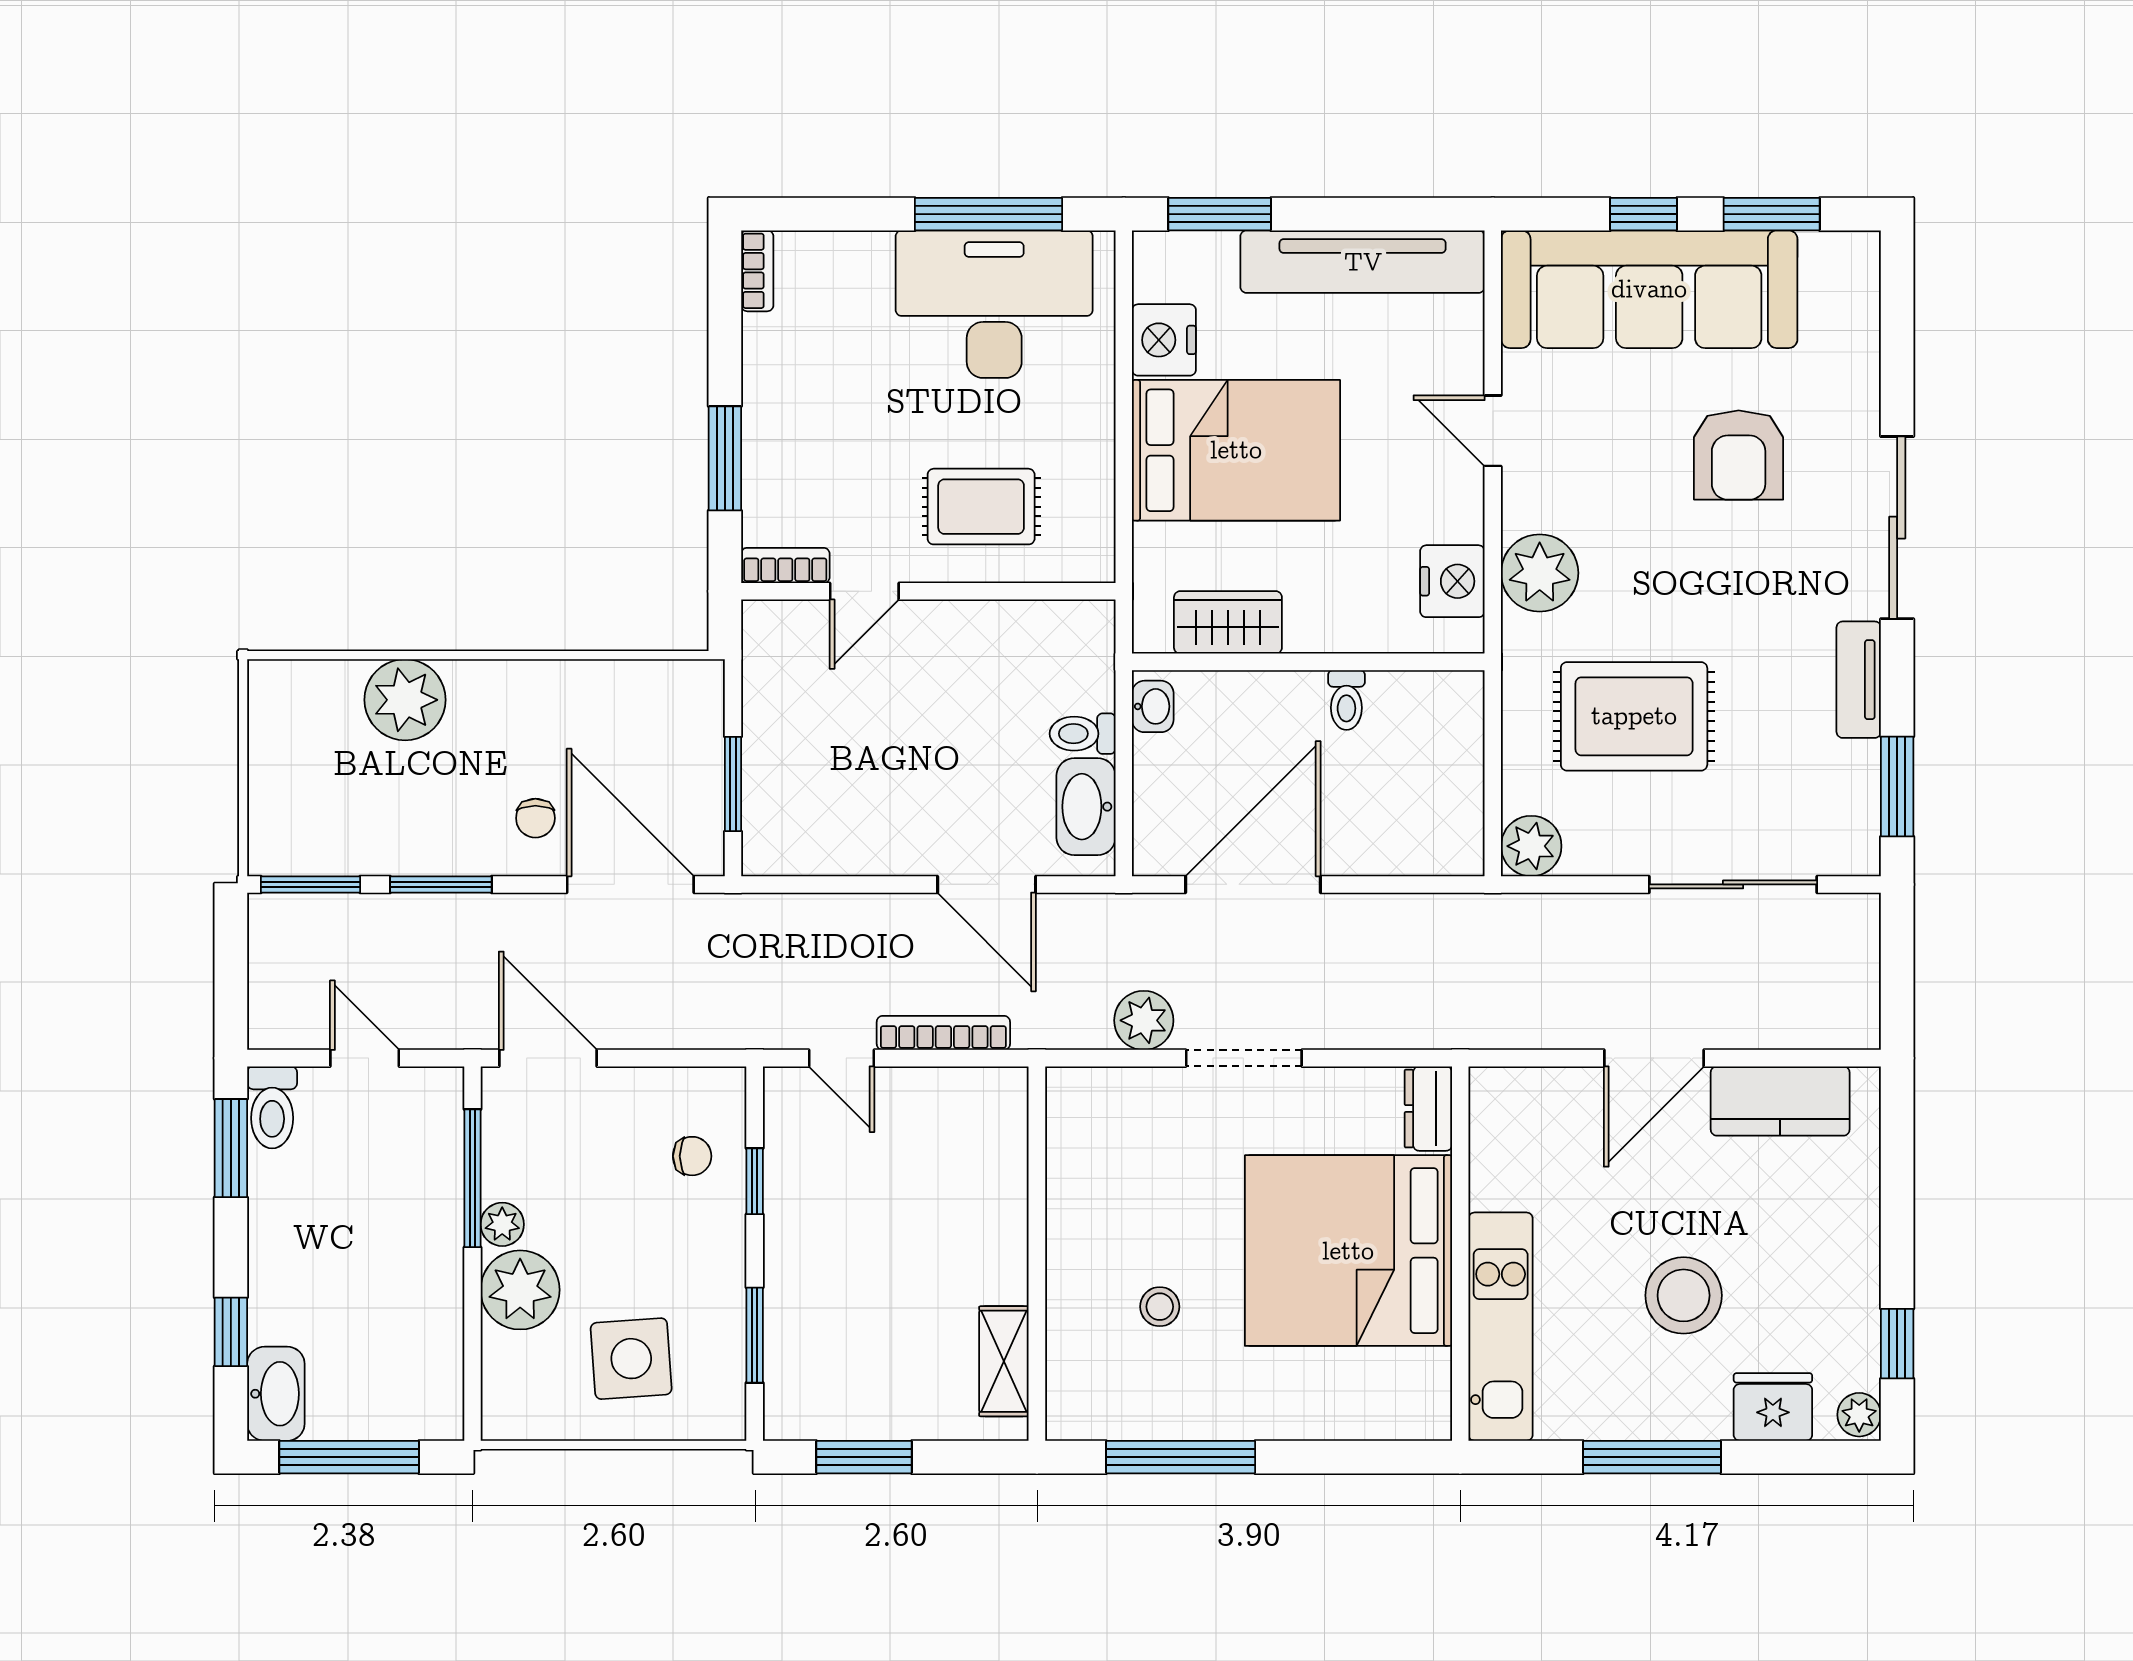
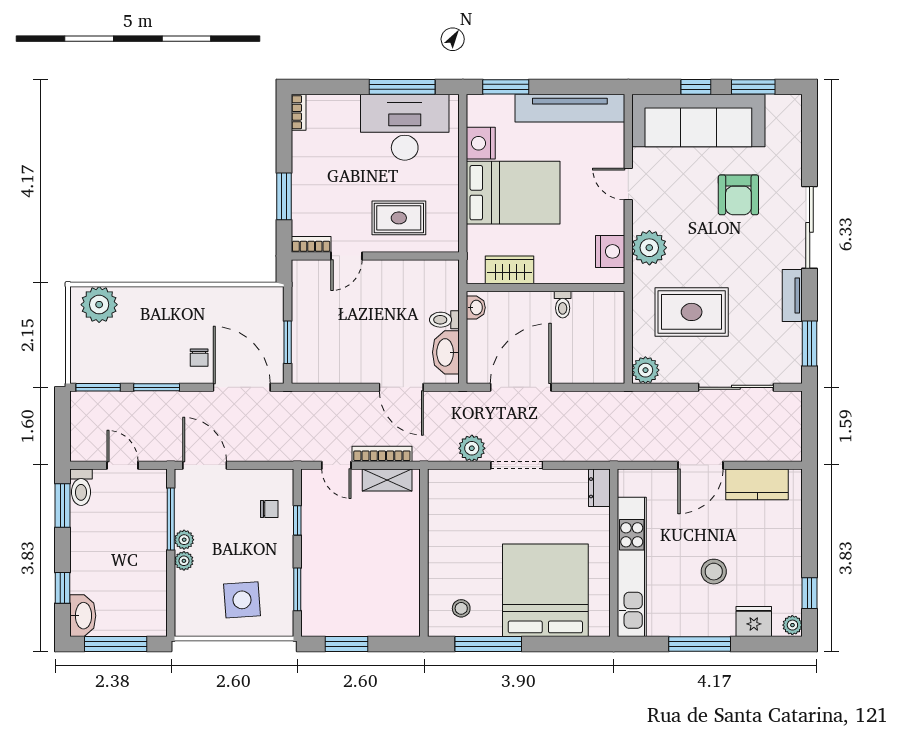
plant: (405, 700) -> (99, 305), moved
bed: (1348, 1251) -> (545, 590), moved, turned 90
plant: (520, 1290) -> (184, 561), width x0.53, depth x0.53
stool: (1684, 1295) -> (714, 572), width x0.73, depth x0.73
stool: (1160, 1307) -> (461, 608), moved
kitchen unit: (1501, 1327) -> (632, 567), width x1.36
shelving: (1004, 1361) -> (387, 480), moved, turned 90

